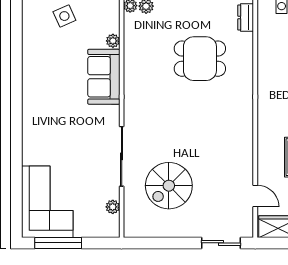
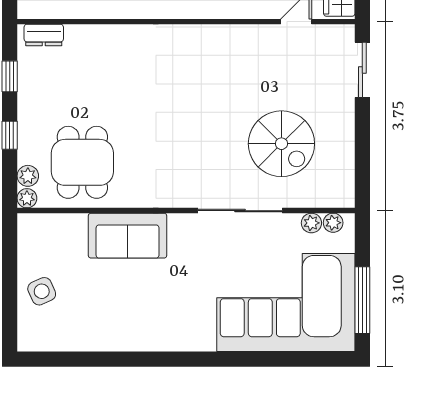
plant: (113, 41) -> (333, 223), moved
dining table: (200, 59) -> (82, 162), moved
corner sofa: (47, 202) -> (286, 302), width x1.36, depth x1.36

